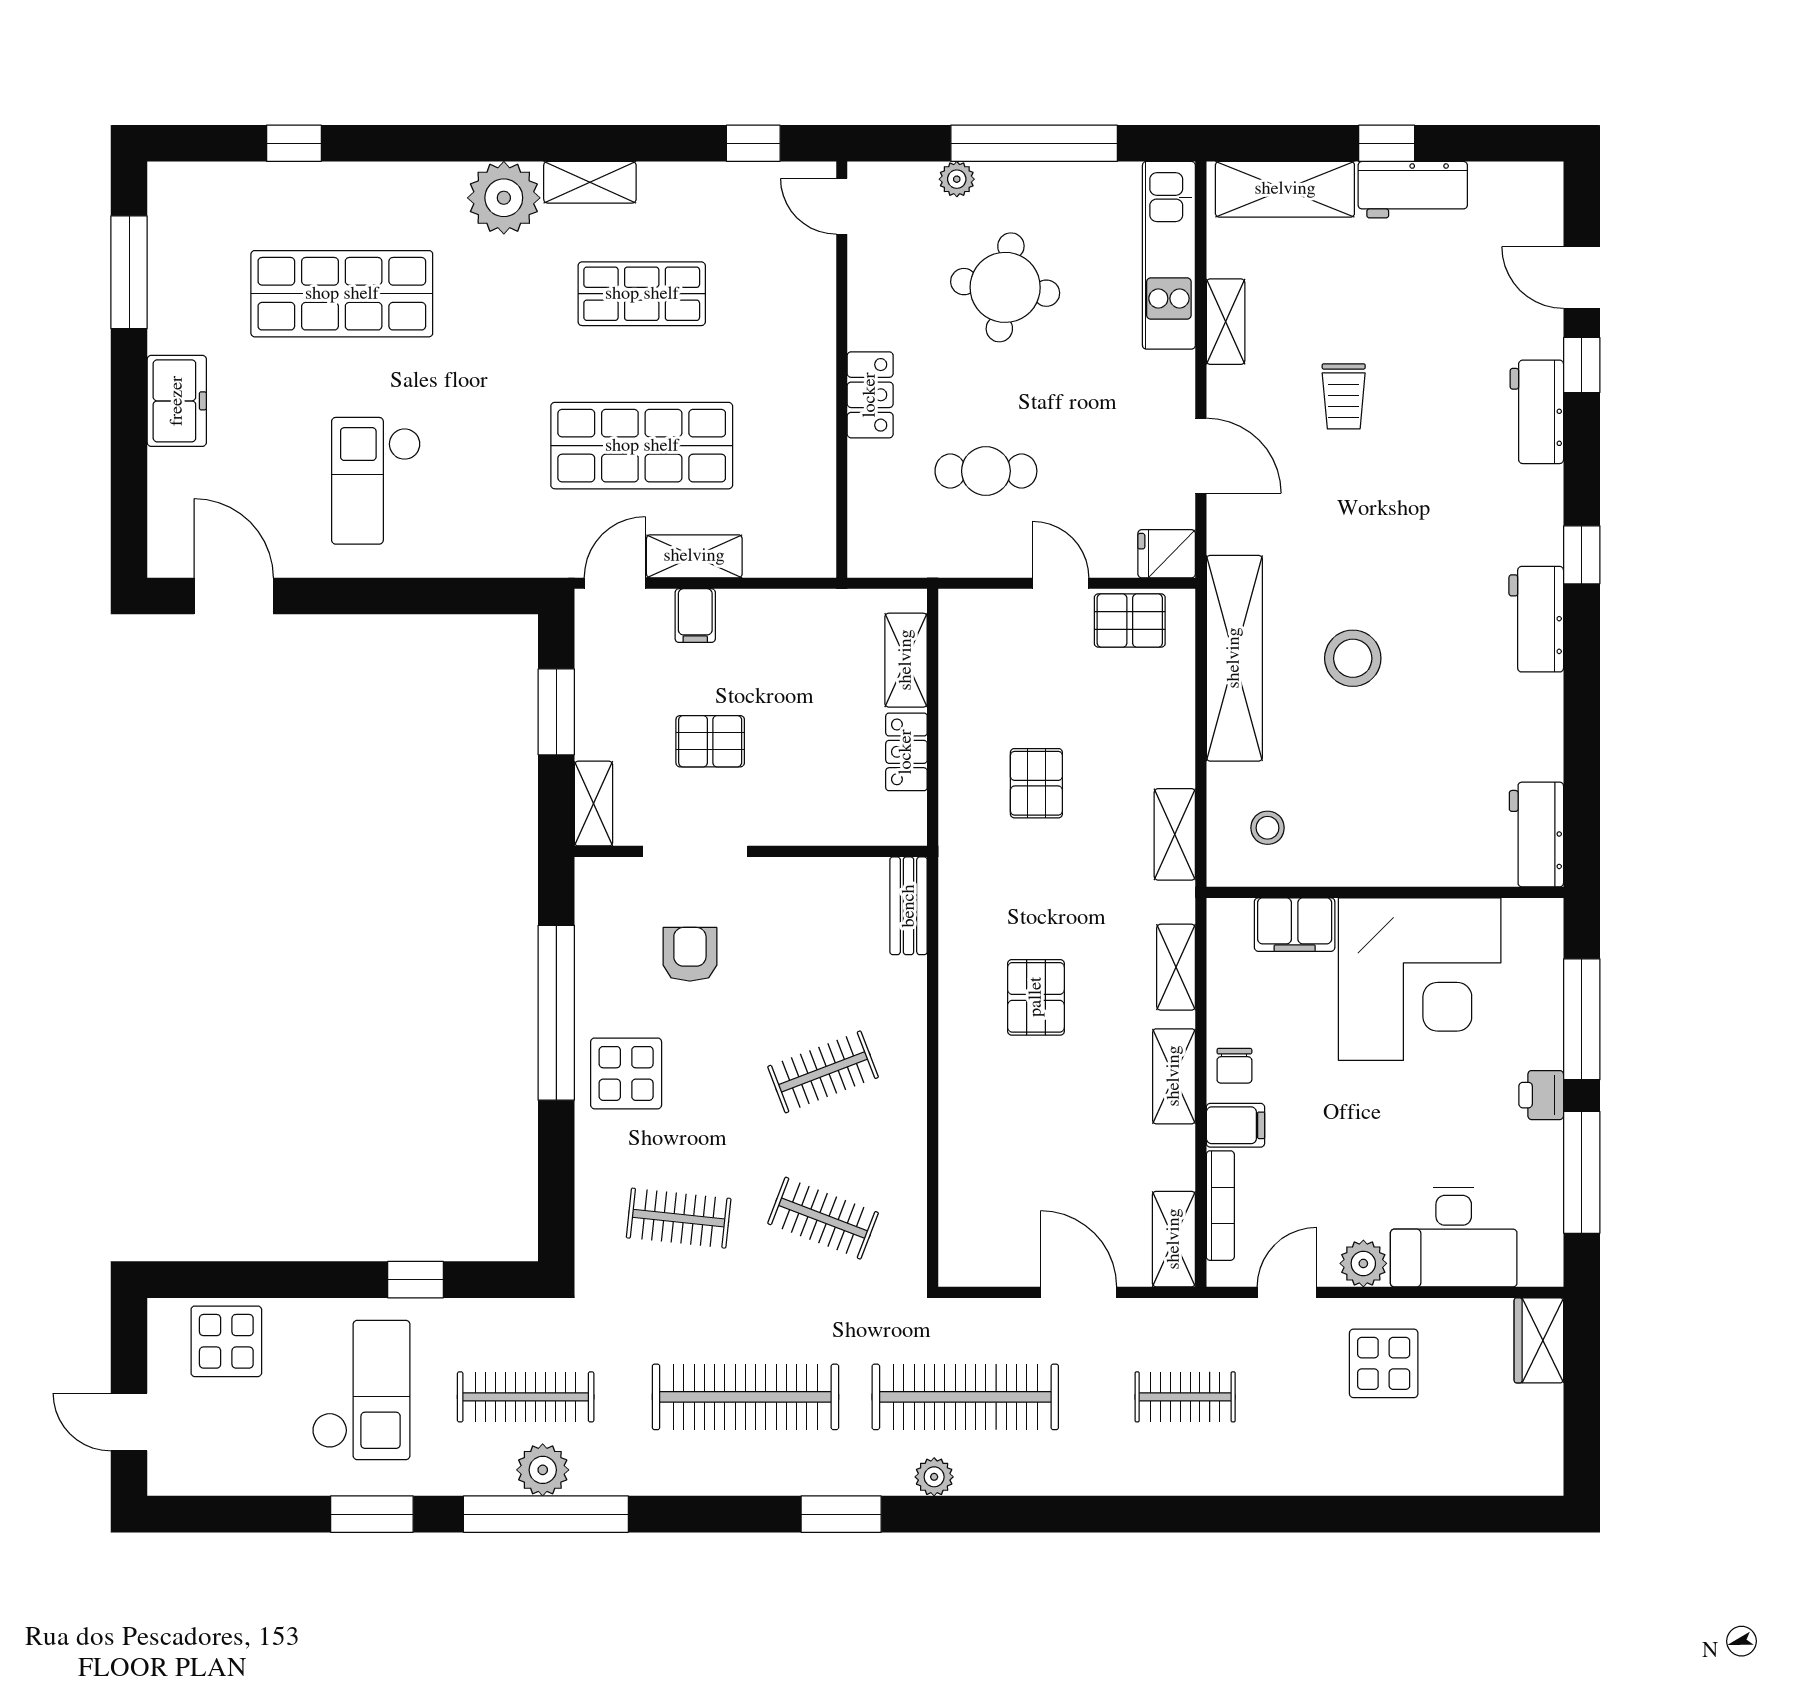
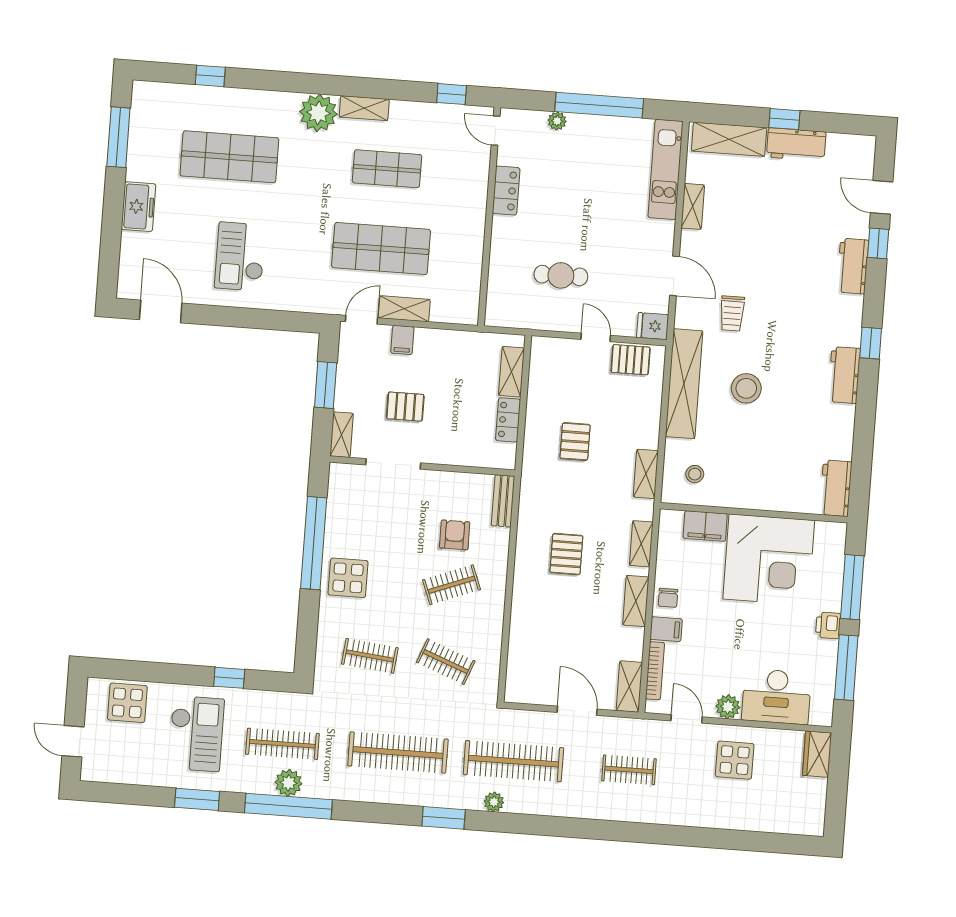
round table: (1005, 287) -> (578, 180), removed
locker: (870, 395) -> (506, 191), moved
trolley: (1344, 396) -> (732, 313), moved
armchair: (690, 954) -> (455, 535), moved
door: (1287, 1292) -> (687, 719), hinge flipped

